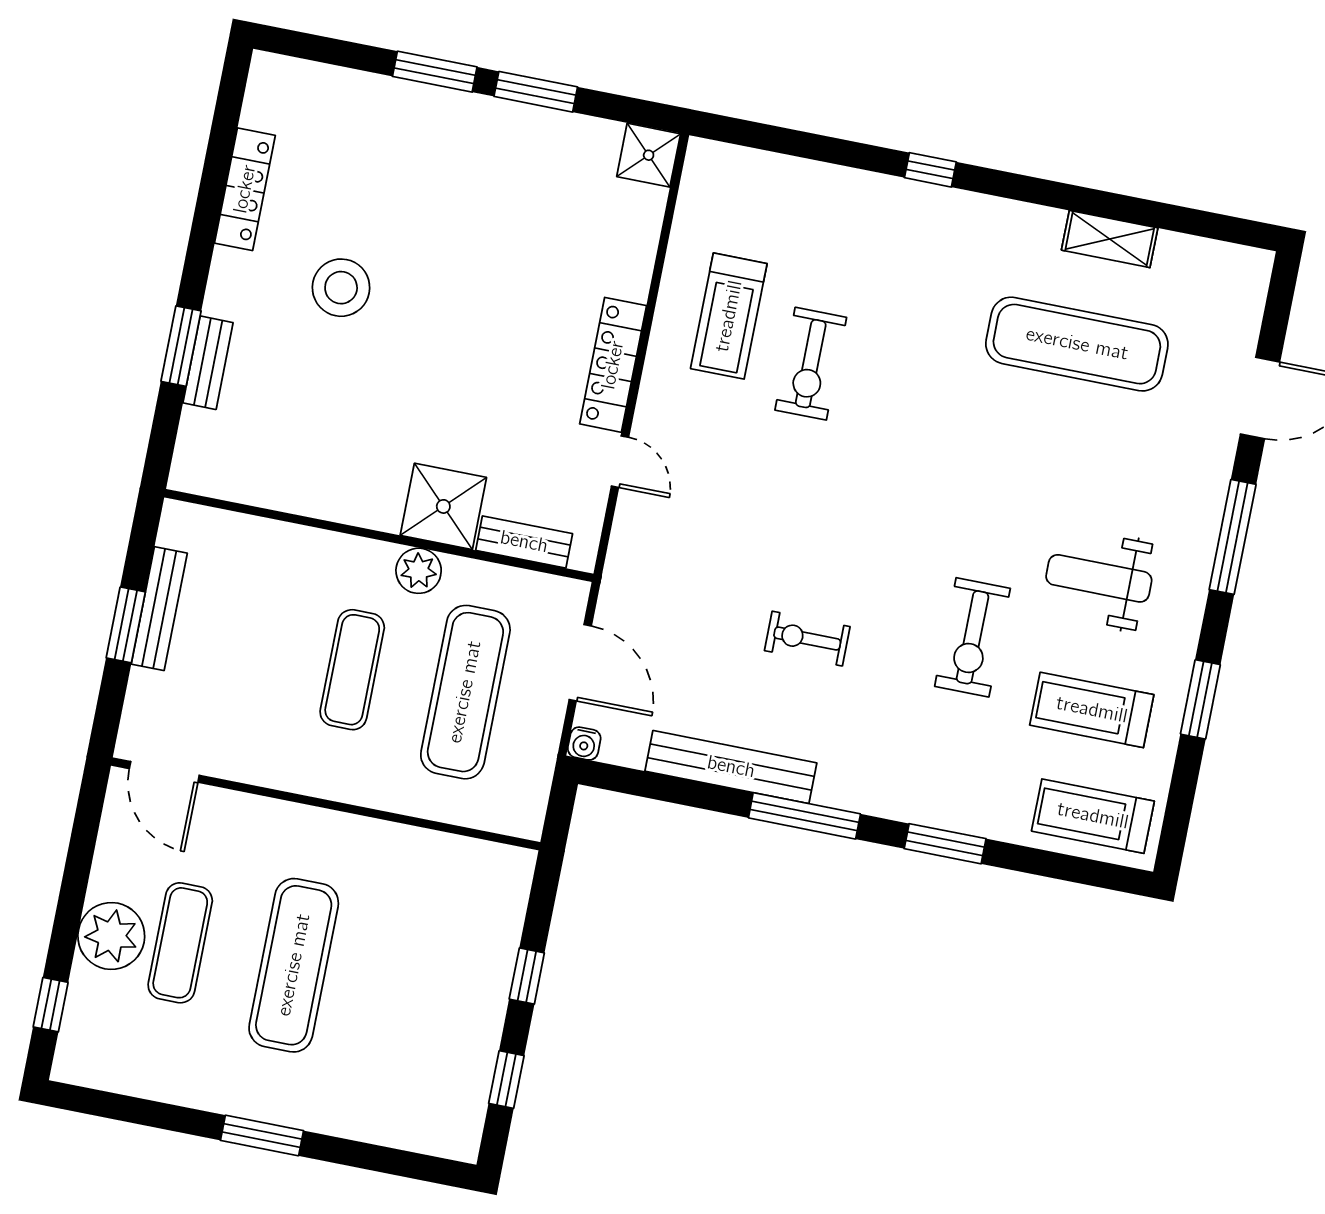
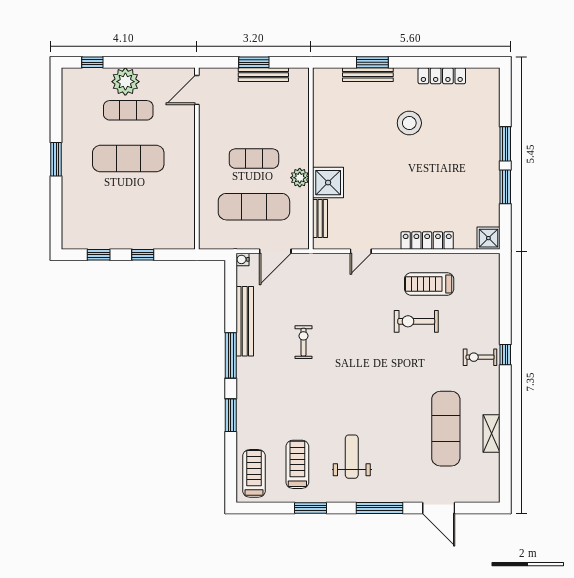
bench: (208, 363) -> (368, 75), width x1.36
locker: (613, 365) -> (427, 241), moved
exercise bike: (973, 637) -> (480, 357), moved, width x0.73, depth x0.72

